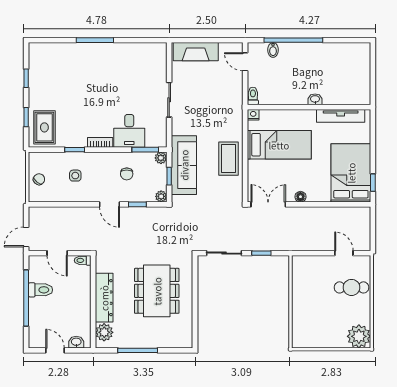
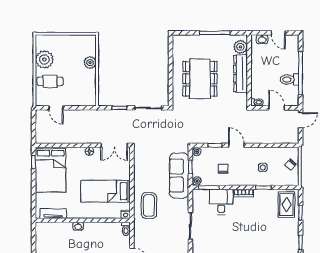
tv unit: (341, 116) -> (53, 214), width x0.71
coffee table: (229, 159) -> (149, 206), moved
plant: (300, 312) -> (90, 63), added
plant: (359, 336) -> (44, 60), moved

